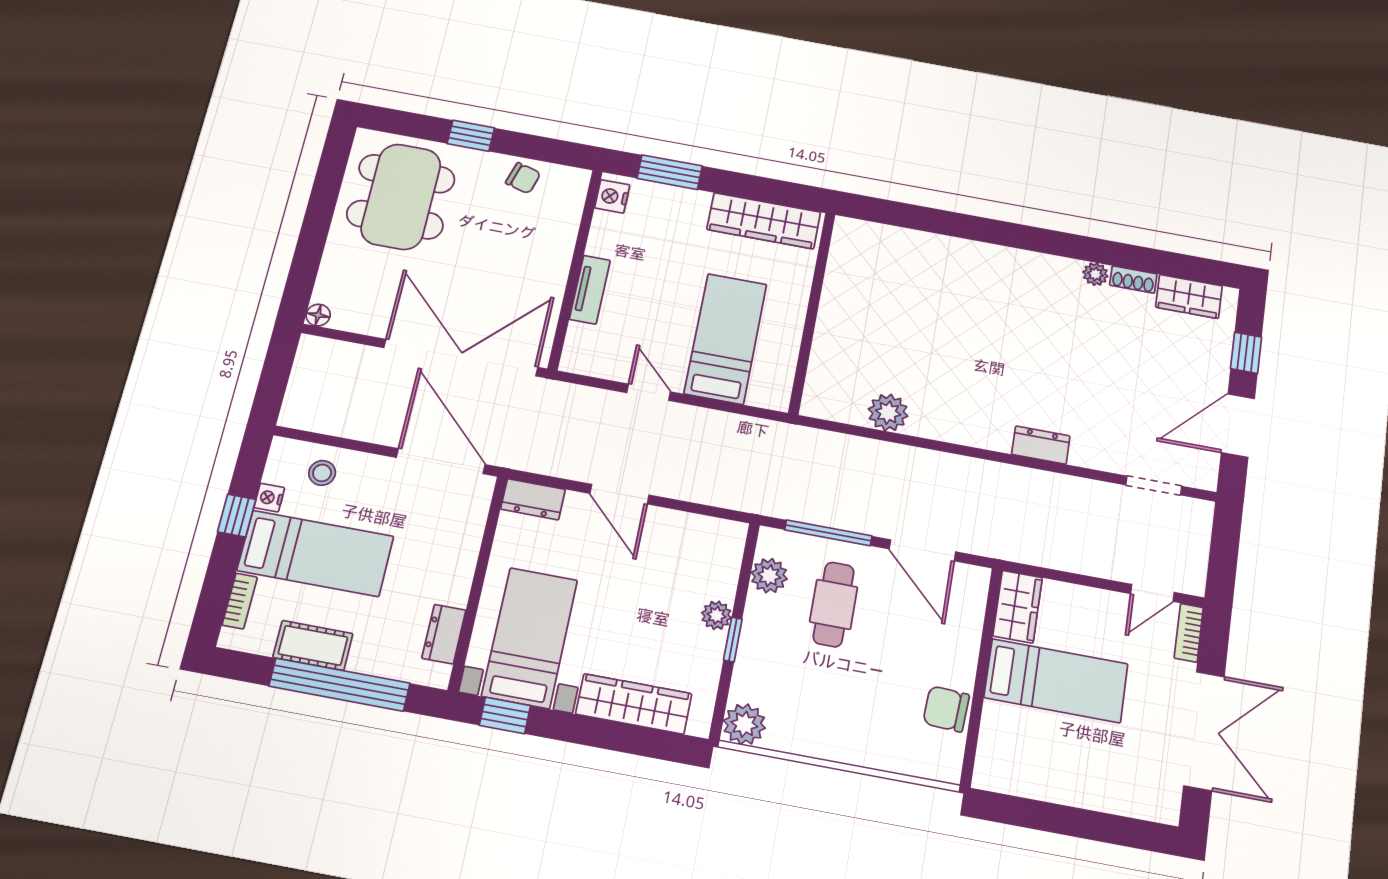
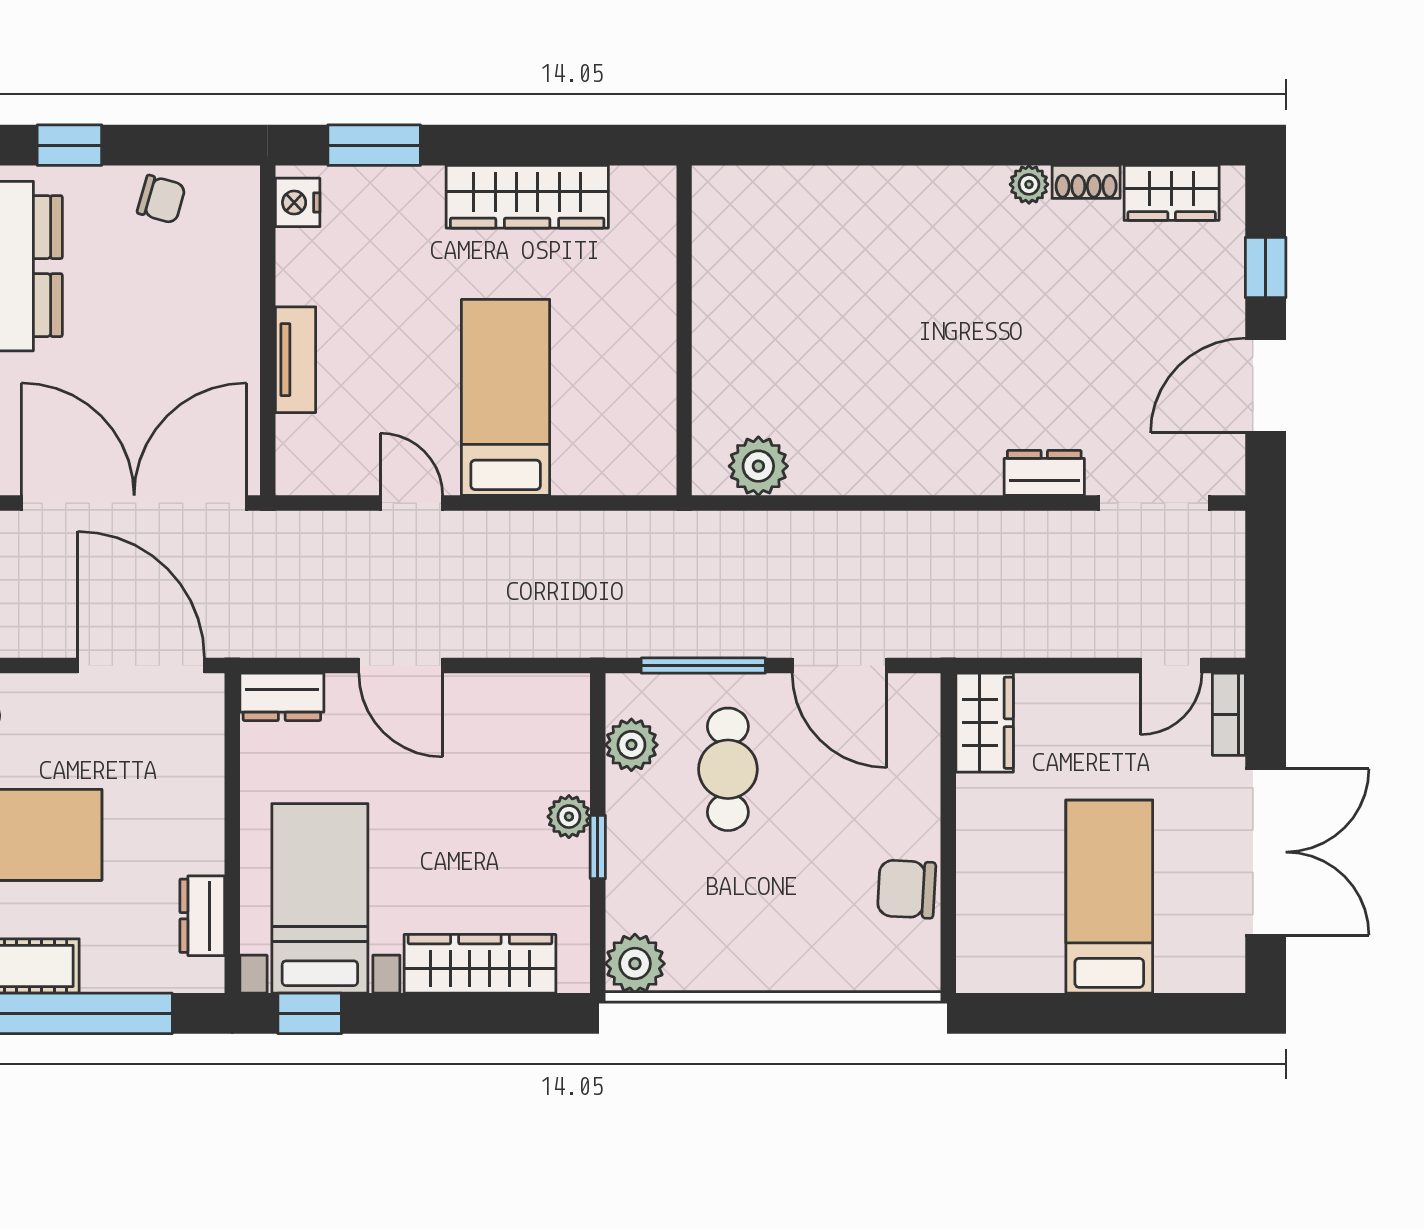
wall: (812, 312) -> (684, 330), moved
dresser: (1041, 445) -> (1044, 473), moved
doorway: (1154, 486) -> (1154, 503), width x1.38
bed: (1056, 681) -> (1109, 897), moved, turned -90

